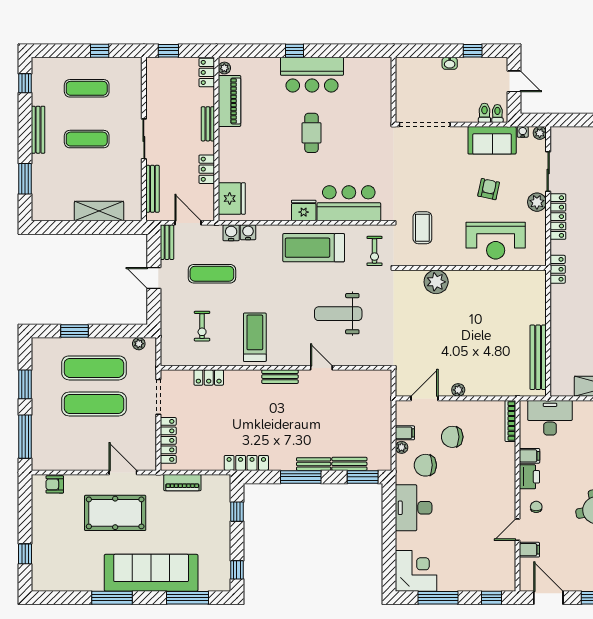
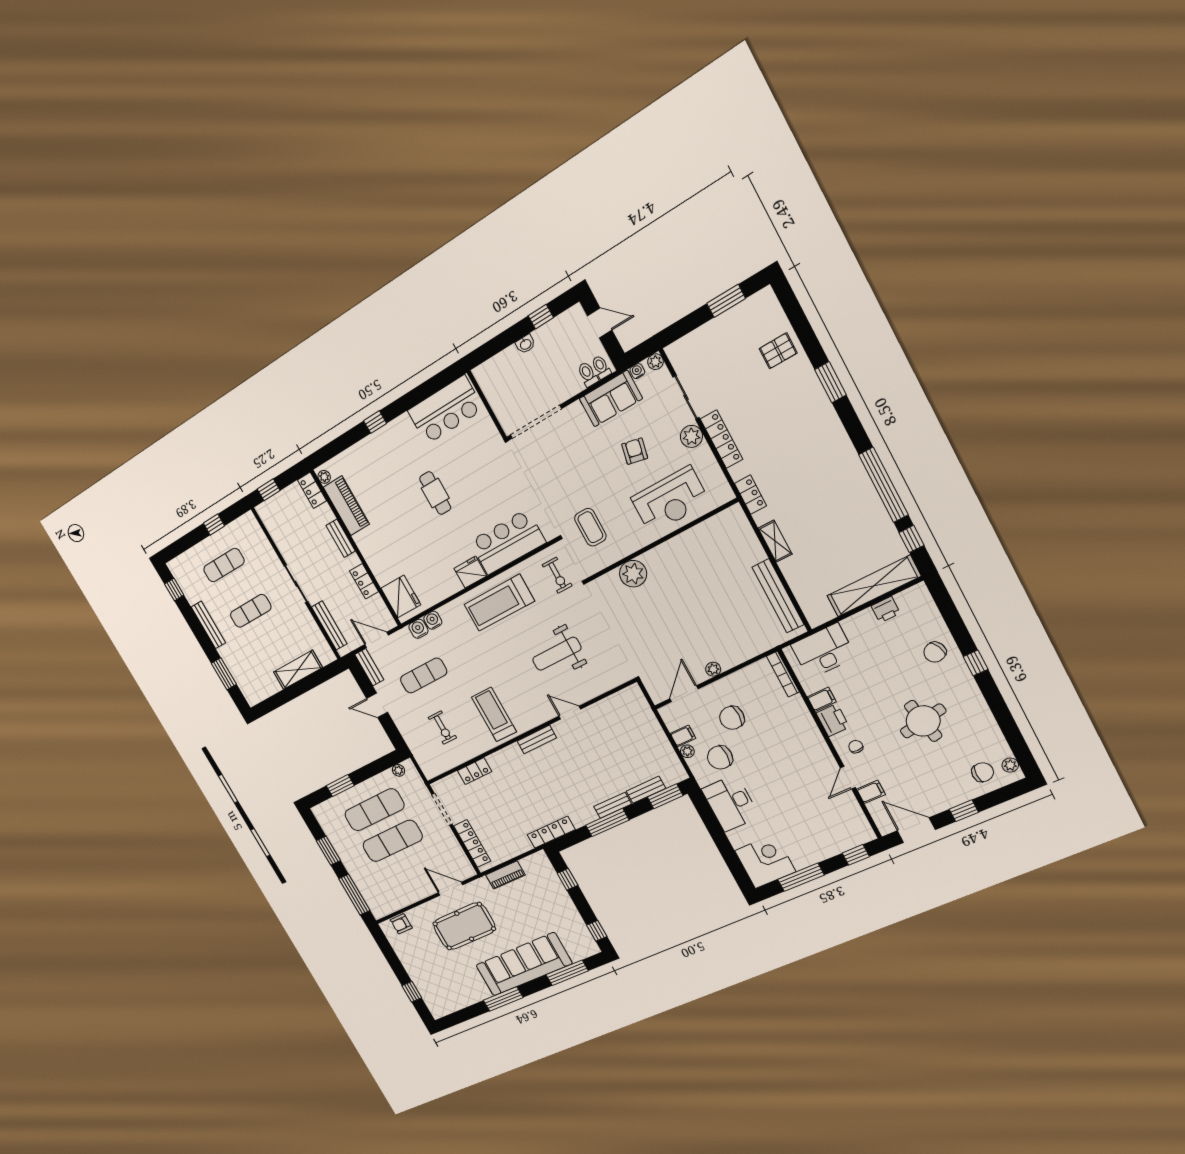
bar counter: (312, 75) -> (445, 410), moved
shelving: (558, 314) -> (775, 541), added

